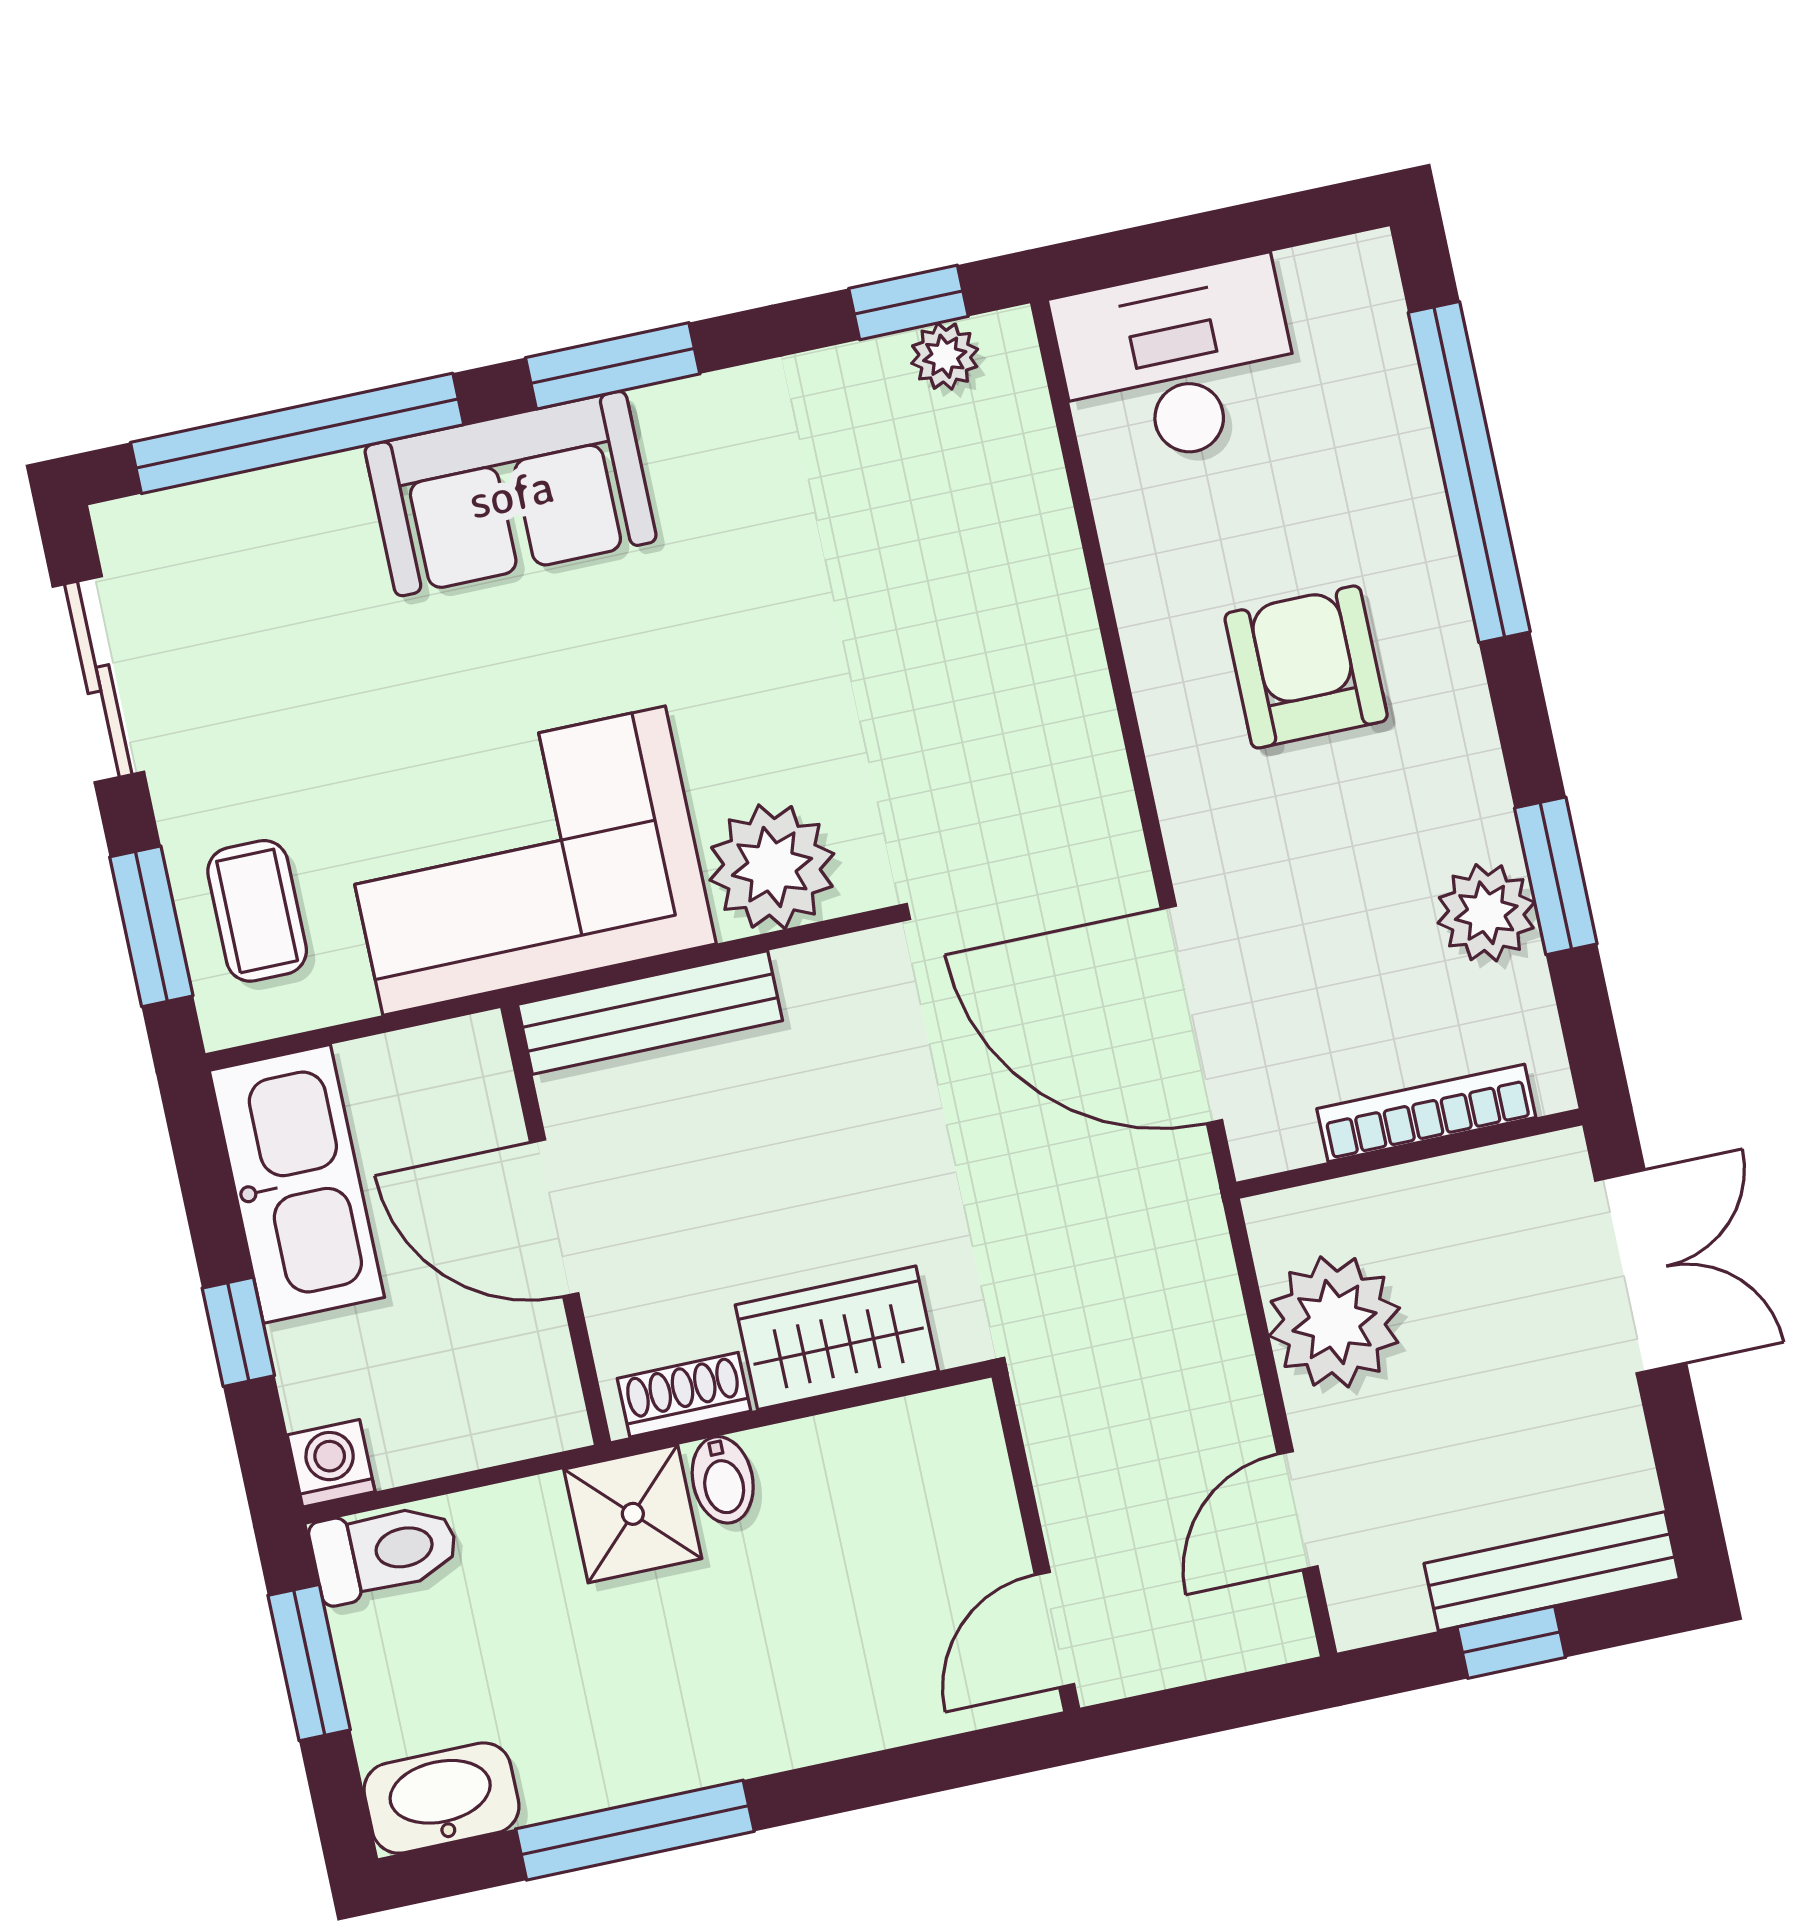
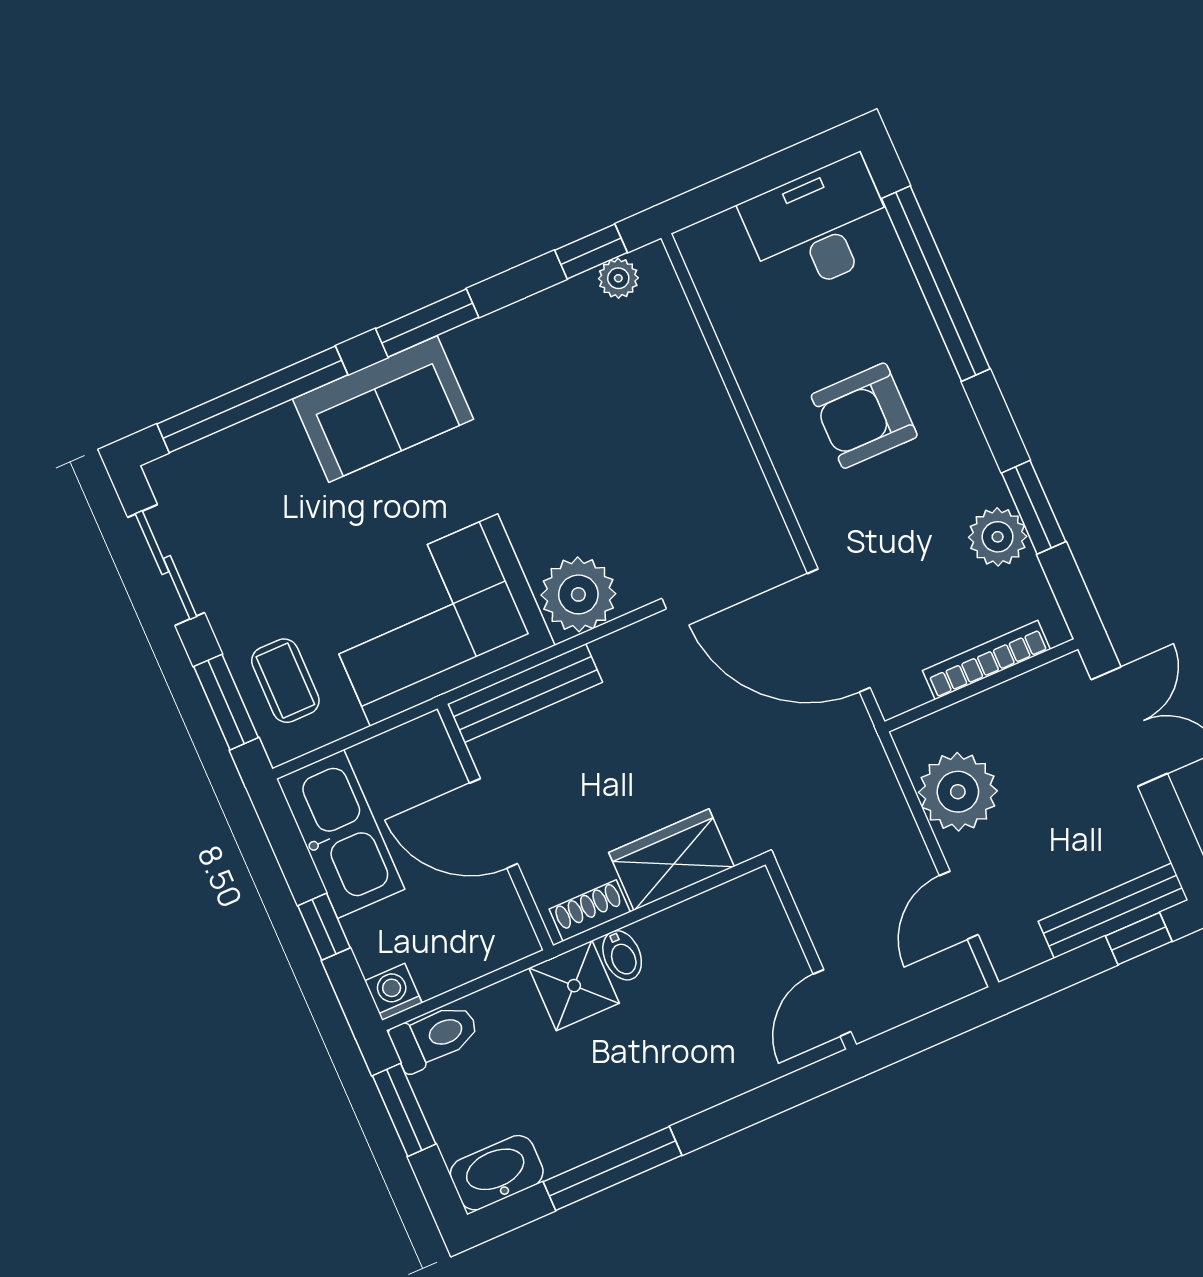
desk: (1178, 363) -> (819, 227), moved
armchair: (1306, 667) -> (864, 416), turned -90
window: (1511, 1642) -> (1139, 939), moved

